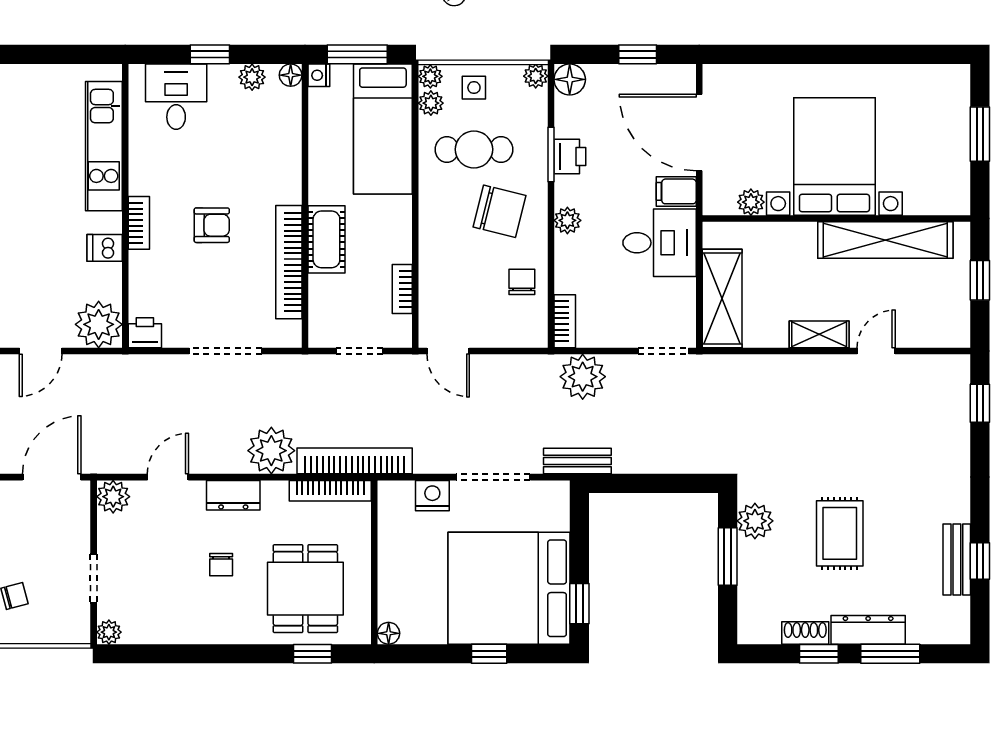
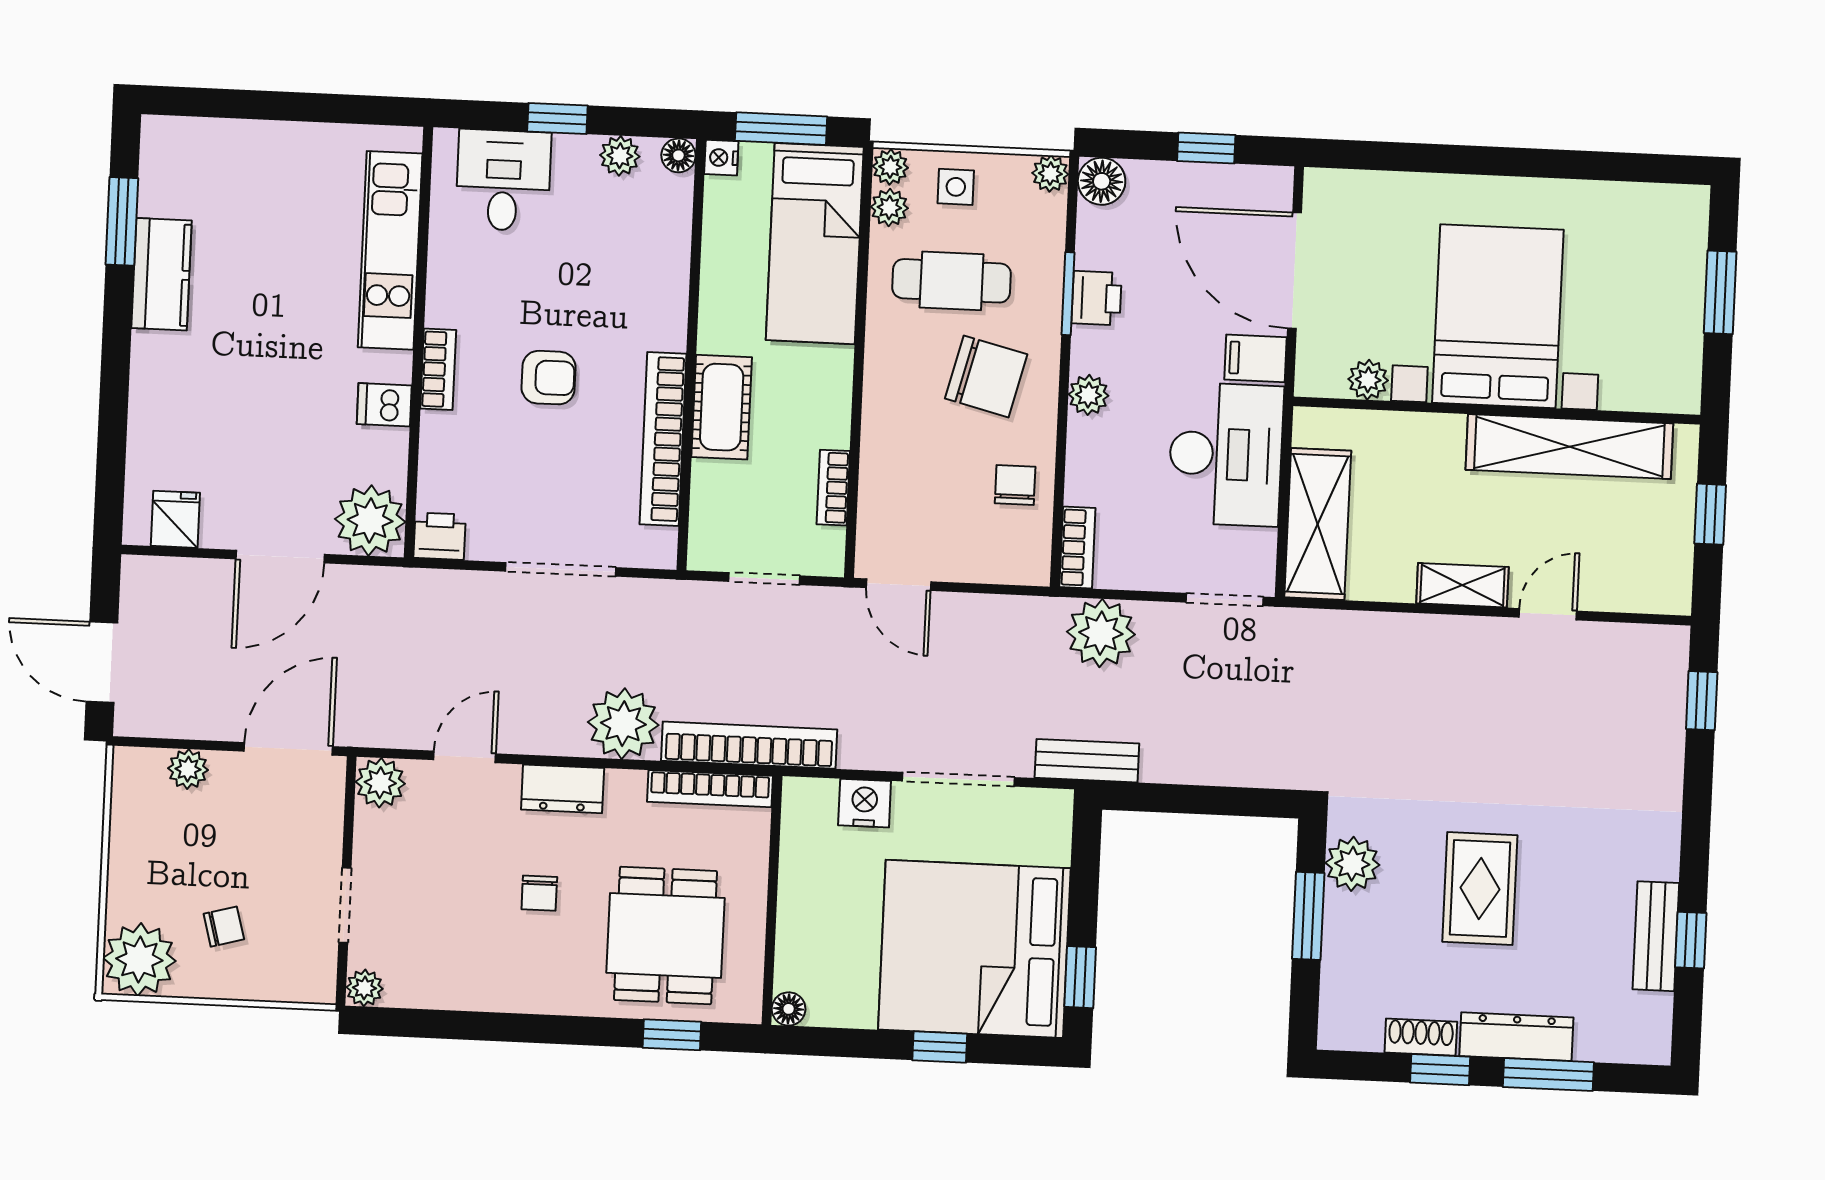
desk: (660, 243) -> (1226, 454), width x1.37
door: (41, 351) -> (280, 557), width x1.38

